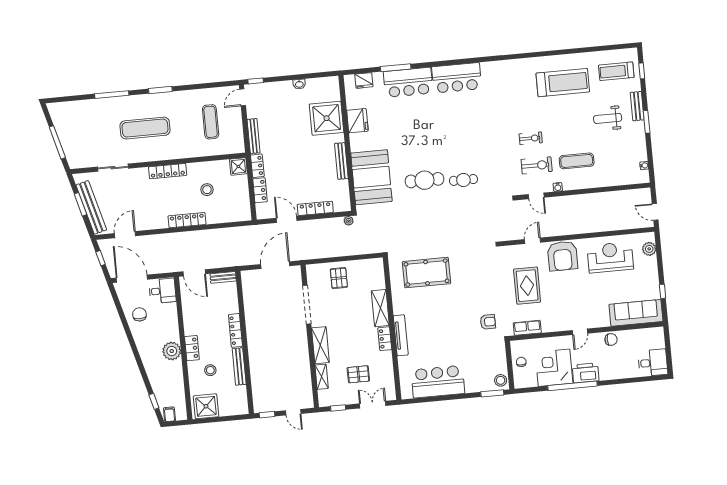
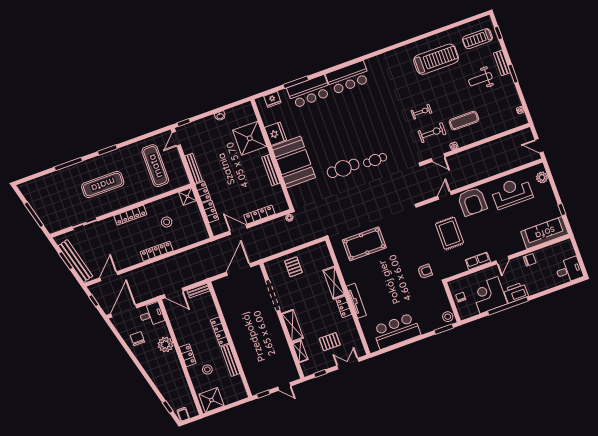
exercise mat: (211, 122) -> (155, 166), width x1.36, depth x1.45
booth: (371, 177) -> (293, 162), moved
door: (132, 279) -> (124, 311), hinge flipped
row of seats: (527, 328) -> (478, 261), moved
plant: (172, 351) -> (165, 345), moved

